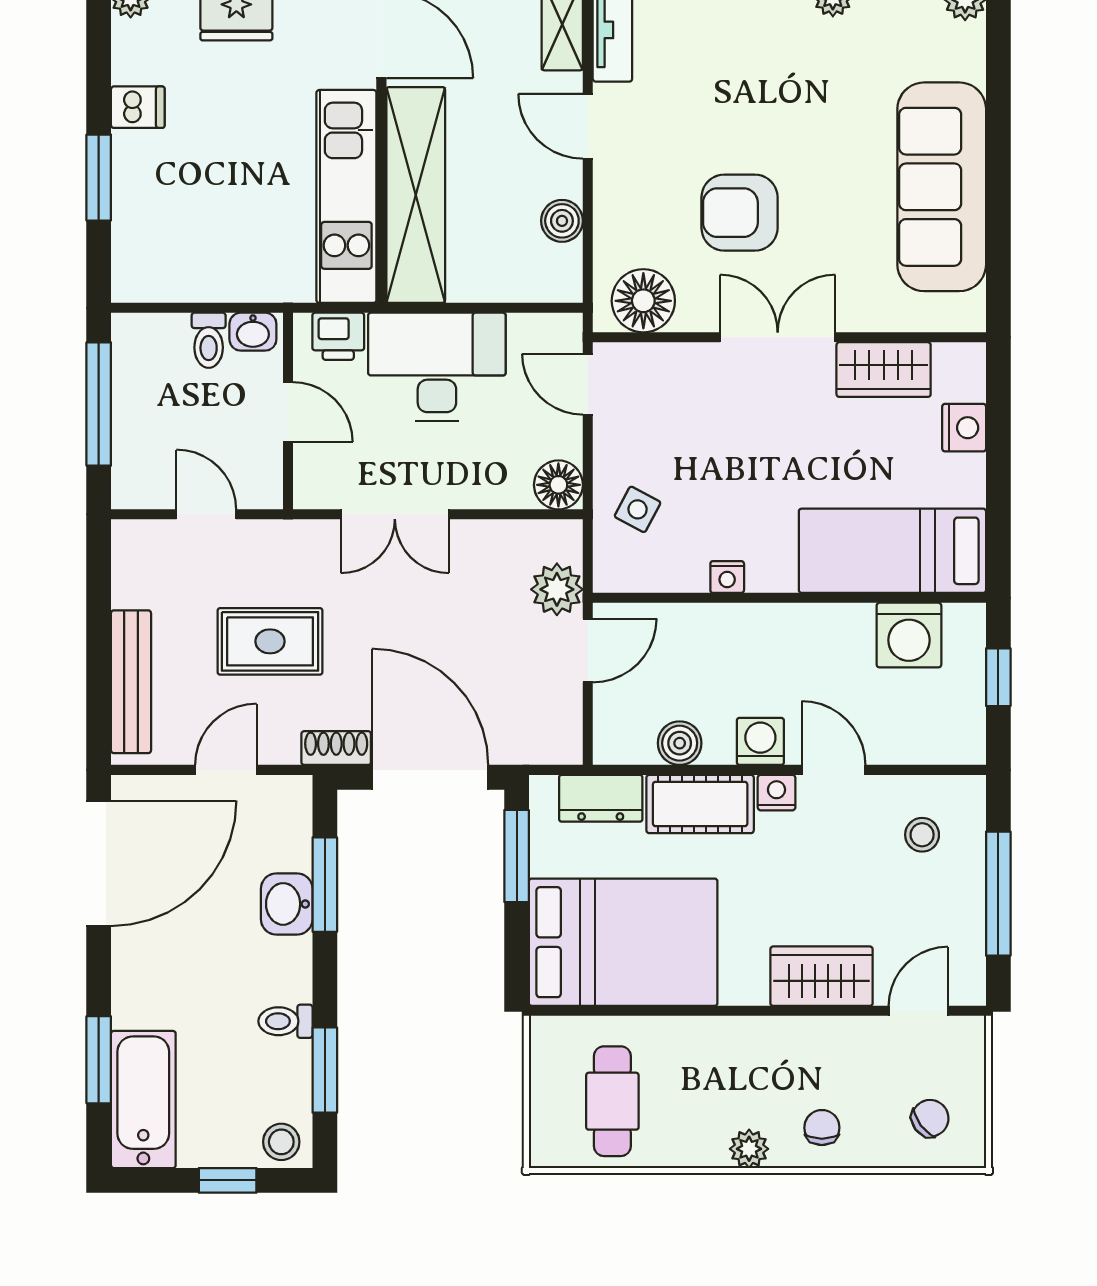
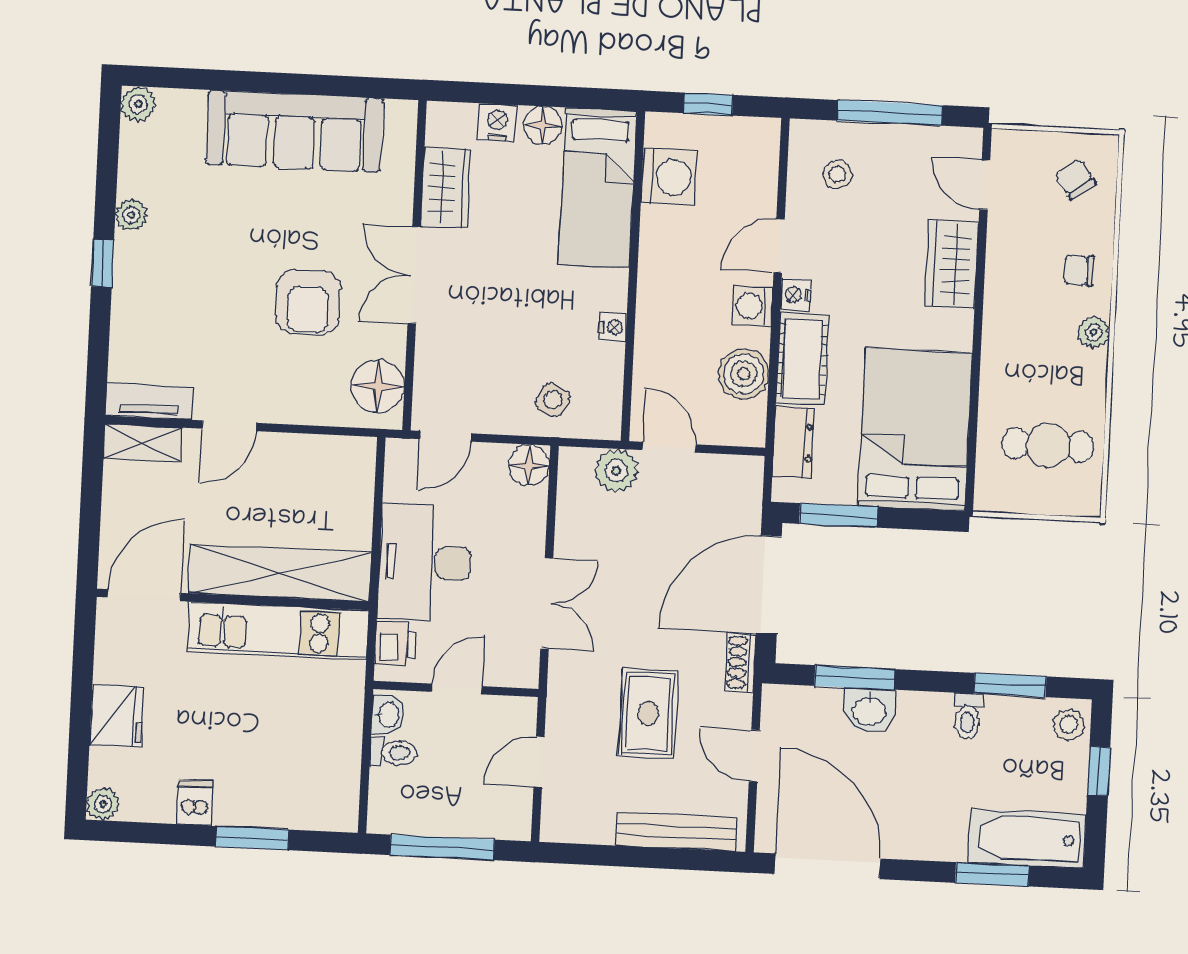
boiler: (562, 221) -> (308, 451), removed
floor lamp: (963, 482) -> (543, 125), added
boiler: (680, 743) -> (744, 374), width x1.36, depth x1.36

